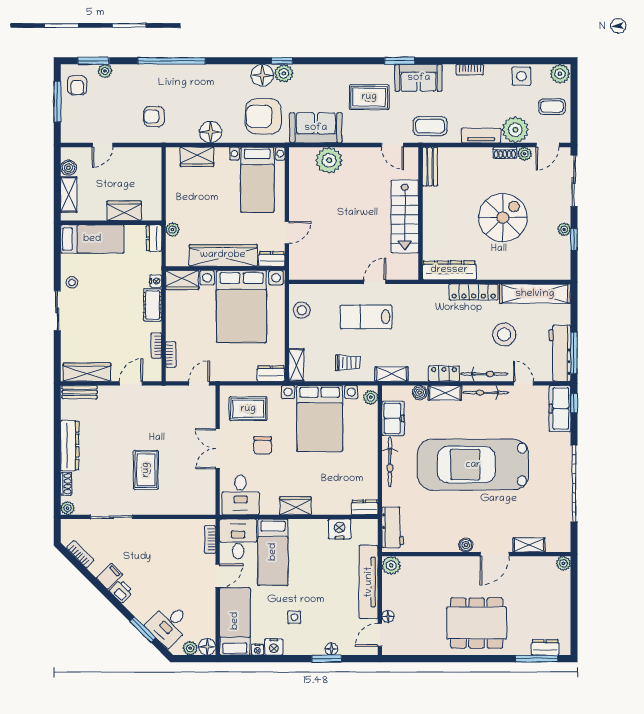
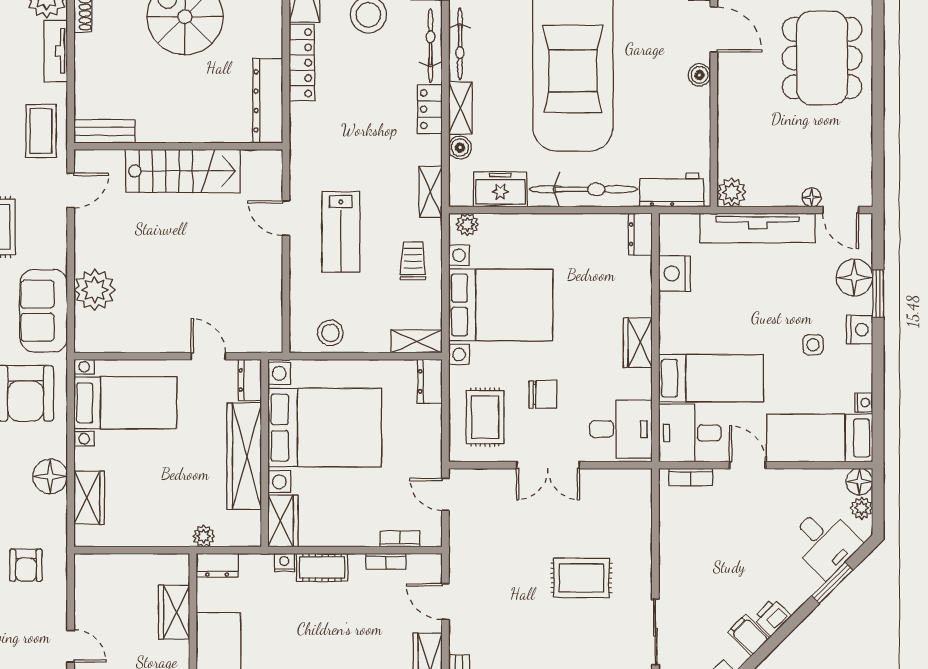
bicycle: (390, 462) -> (583, 189), width x1.37, depth x1.40
nightstand: (274, 647) -> (860, 330), moved
floor lamp: (331, 649) -> (854, 278), width x1.89, depth x1.89

